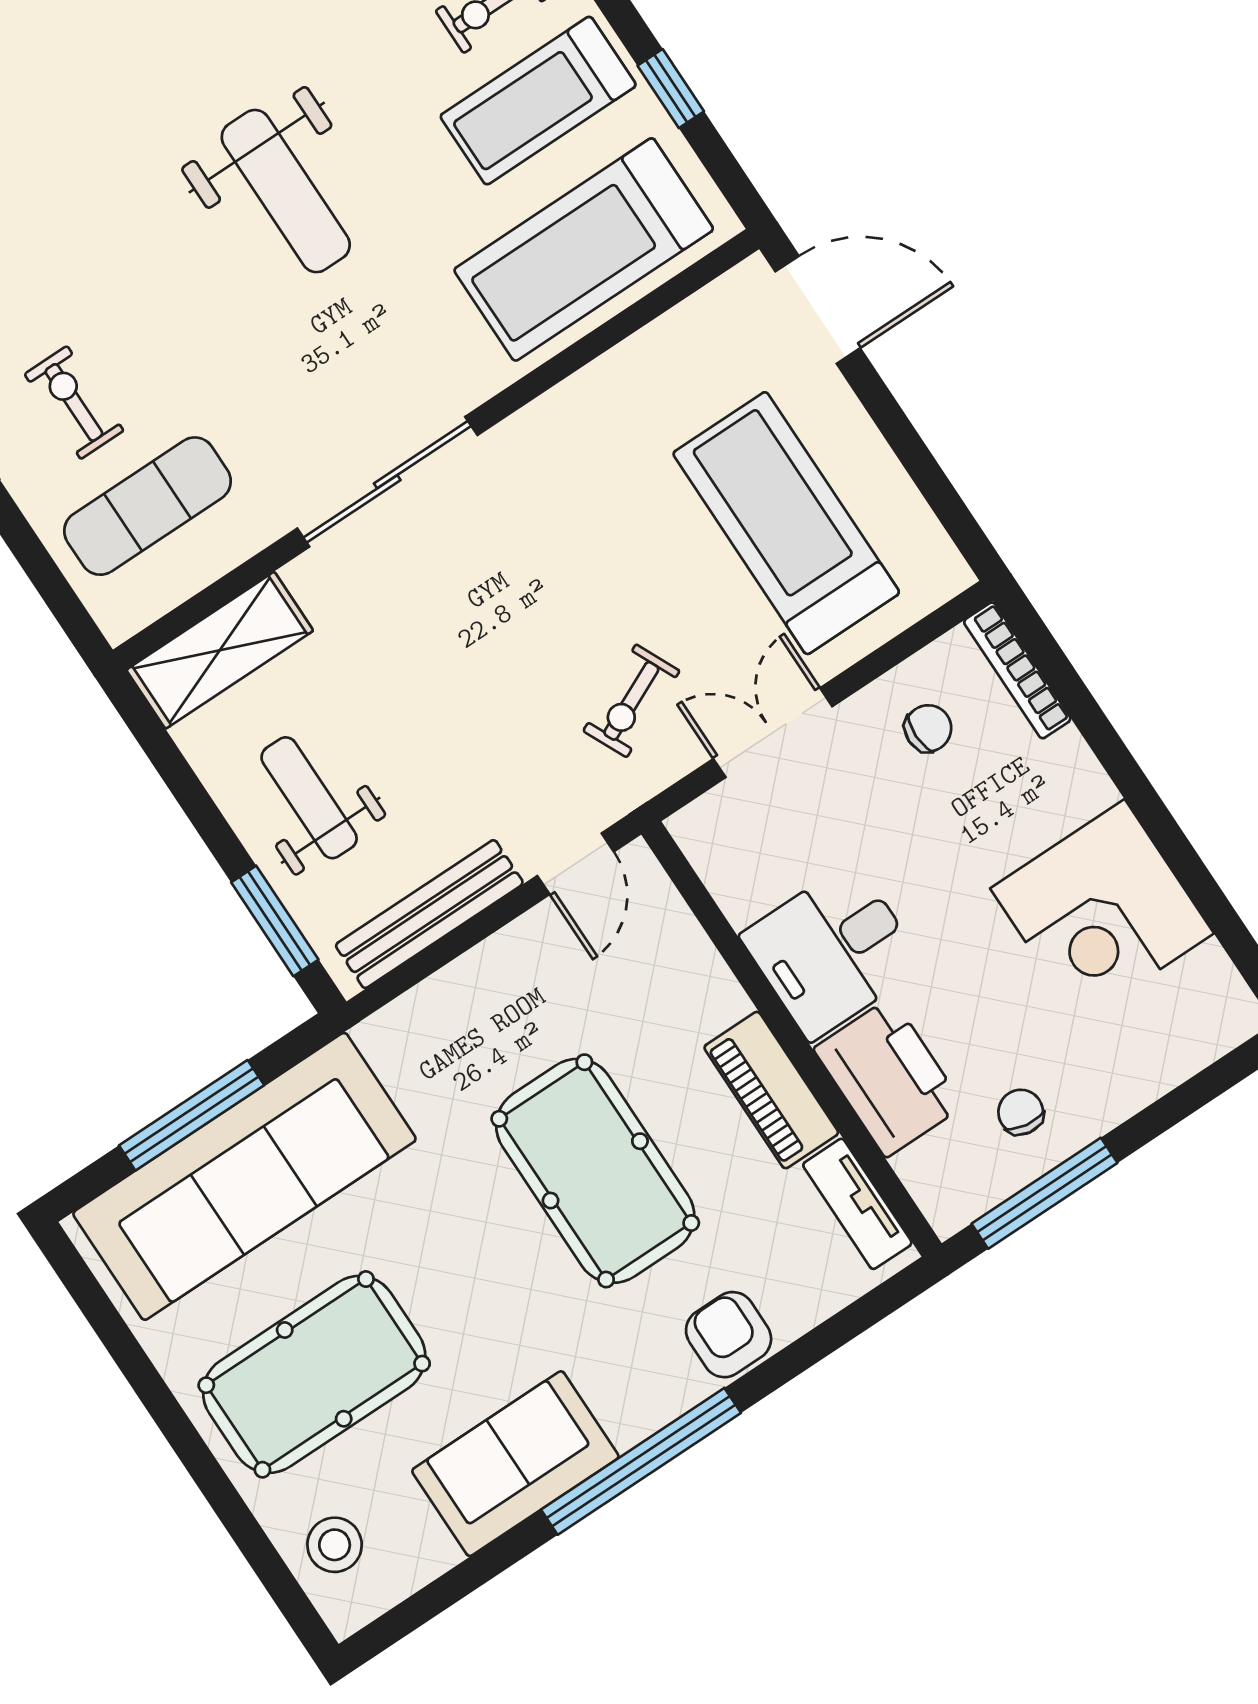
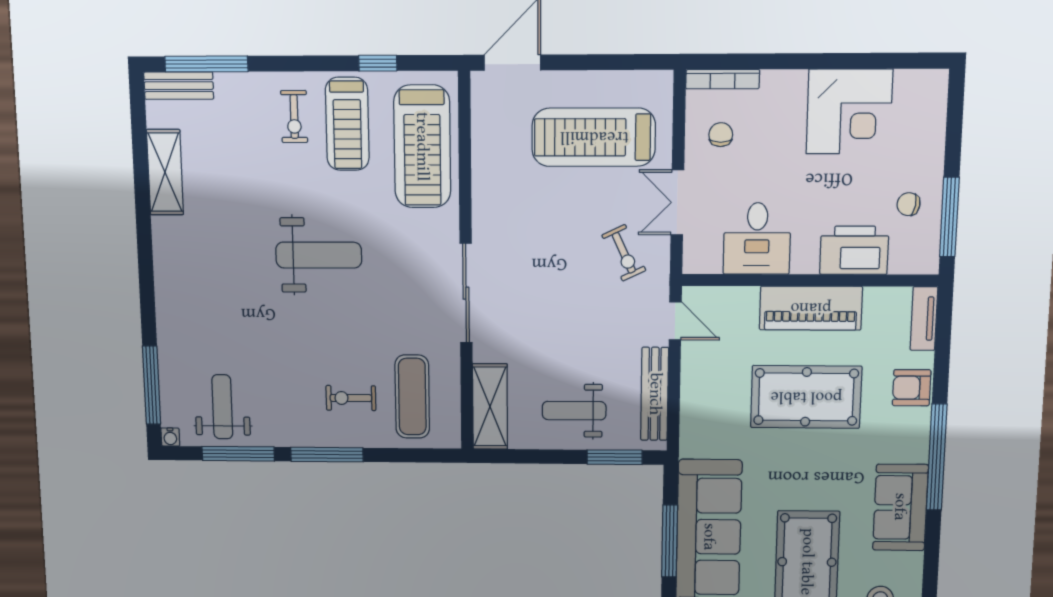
desk: (832, 951) -> (757, 238), moved
piano: (771, 1090) -> (811, 308), width x1.37, depth x1.33
tv unit: (857, 1204) -> (924, 319), moved, turned 90

